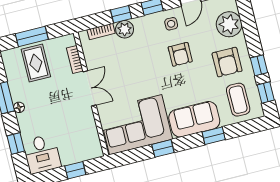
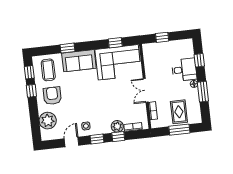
armchair: (180, 54) -> (83, 105), removed
window: (163, 148) -> (115, 43), moved
desk: (42, 154) -> (184, 70), moved, turned 90

